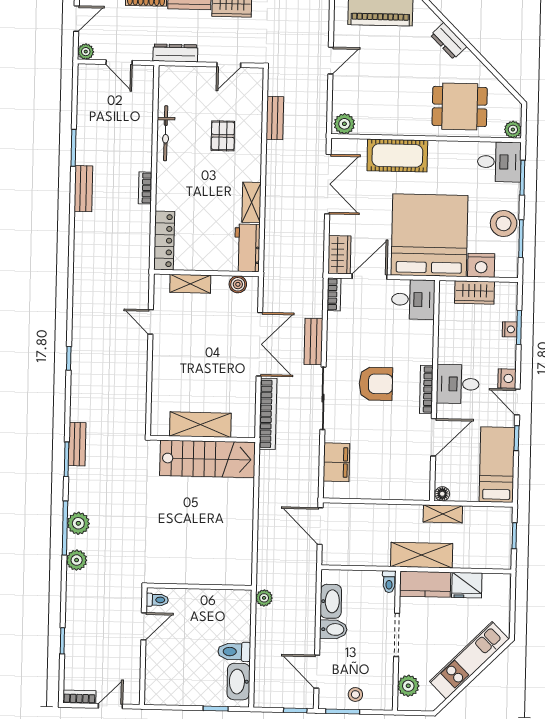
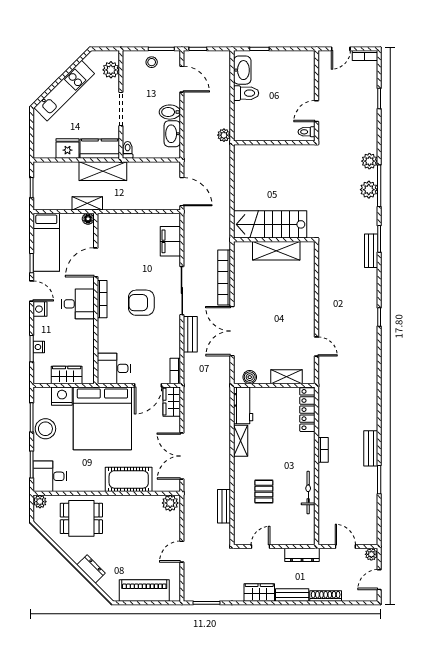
shelving: (200, 425) -> (276, 251), moved
wall: (203, 439) -> (274, 240), moved
stairs: (207, 459) -> (270, 224), moved

